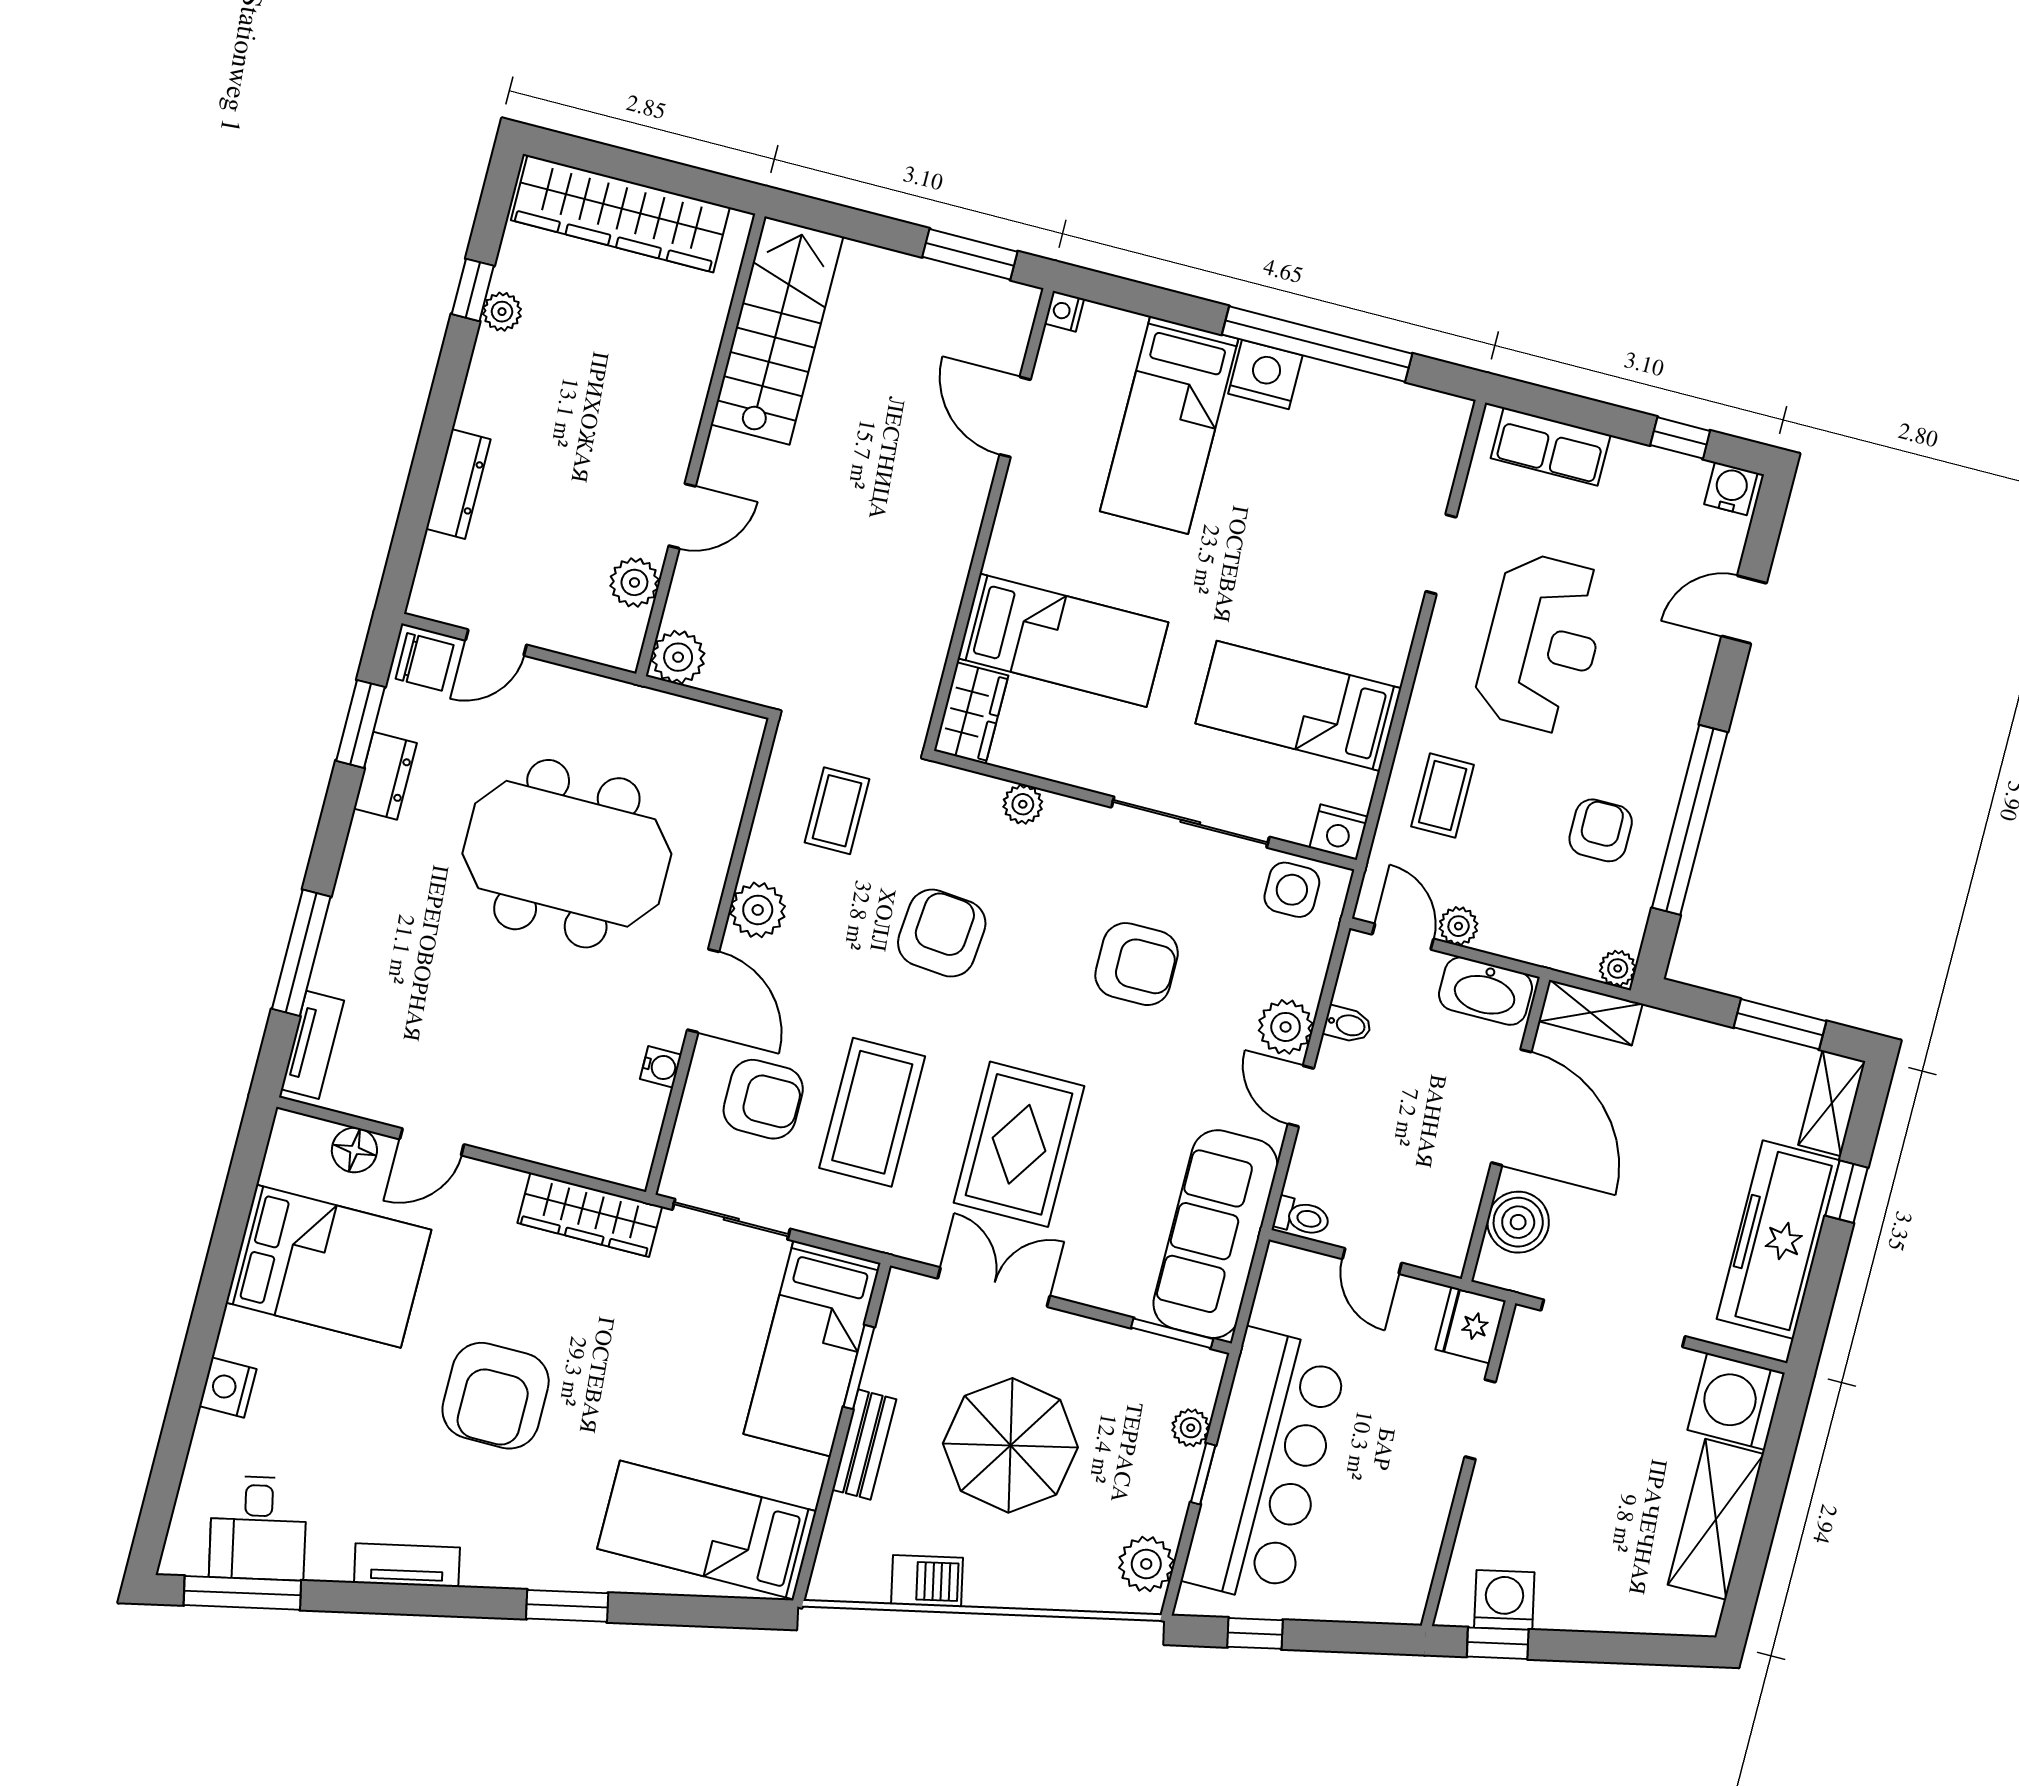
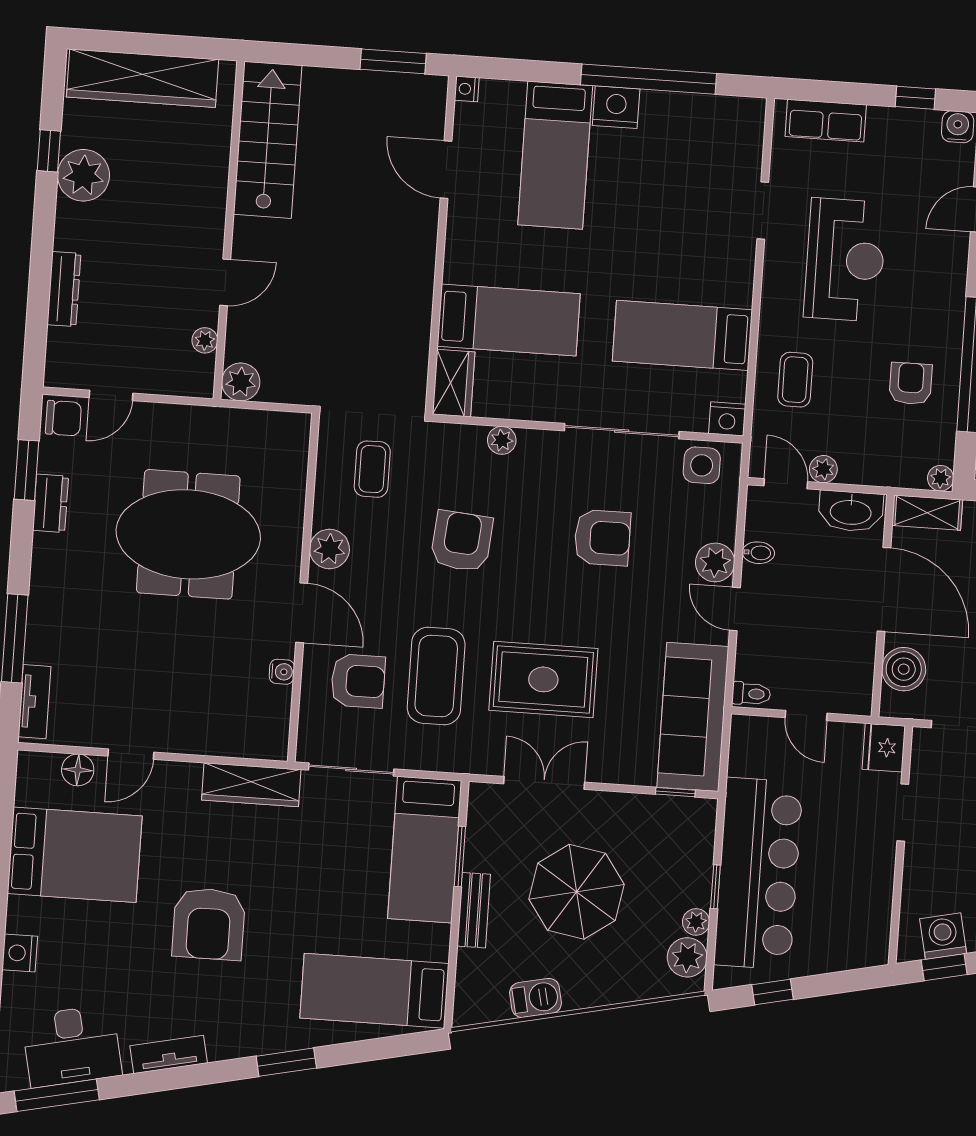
plant: (502, 312) -> (83, 175), width x1.87, depth x1.87
plant: (634, 582) -> (205, 340), width x0.73, depth x0.73
rug: (1019, 1144) -> (543, 679), turned 90
window: (1172, 1333) -> (675, 792), width x0.67
plant: (1191, 1428) -> (696, 922), moved
desk: (258, 1528) -> (72, 1046), width x1.37

